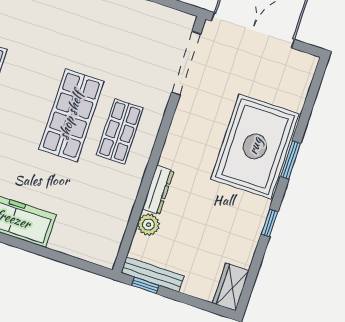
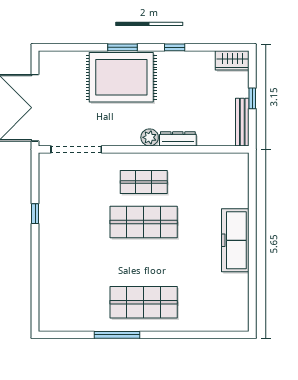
plant: (148, 225) -> (150, 137), moved
window: (145, 285) -> (252, 98), moved

